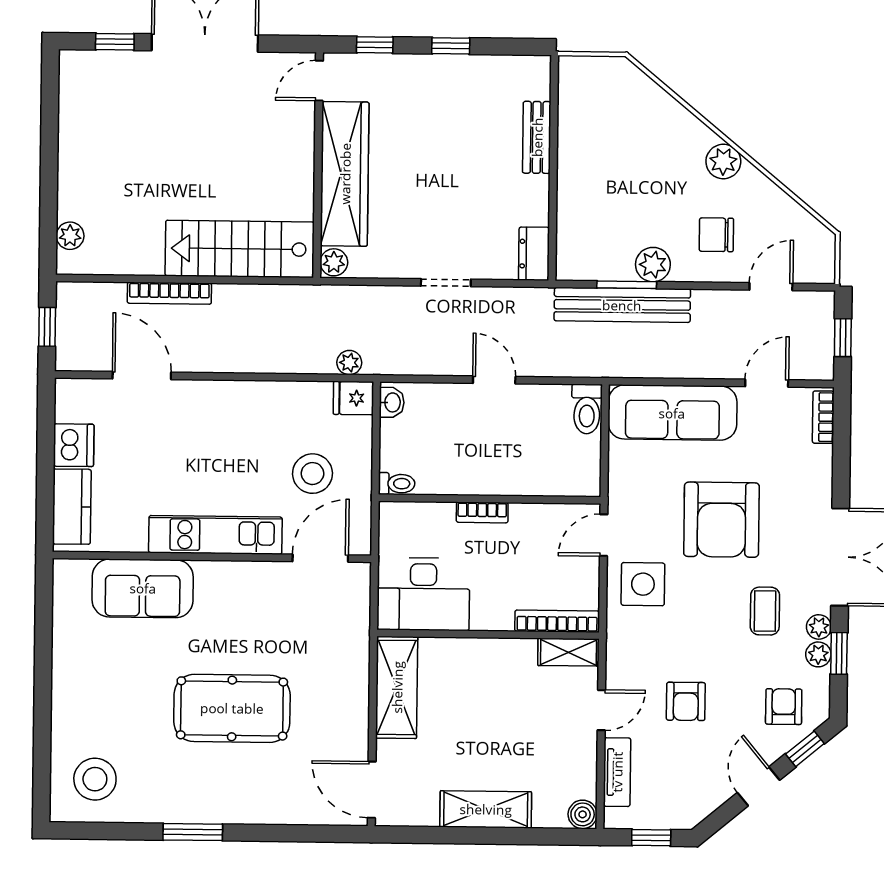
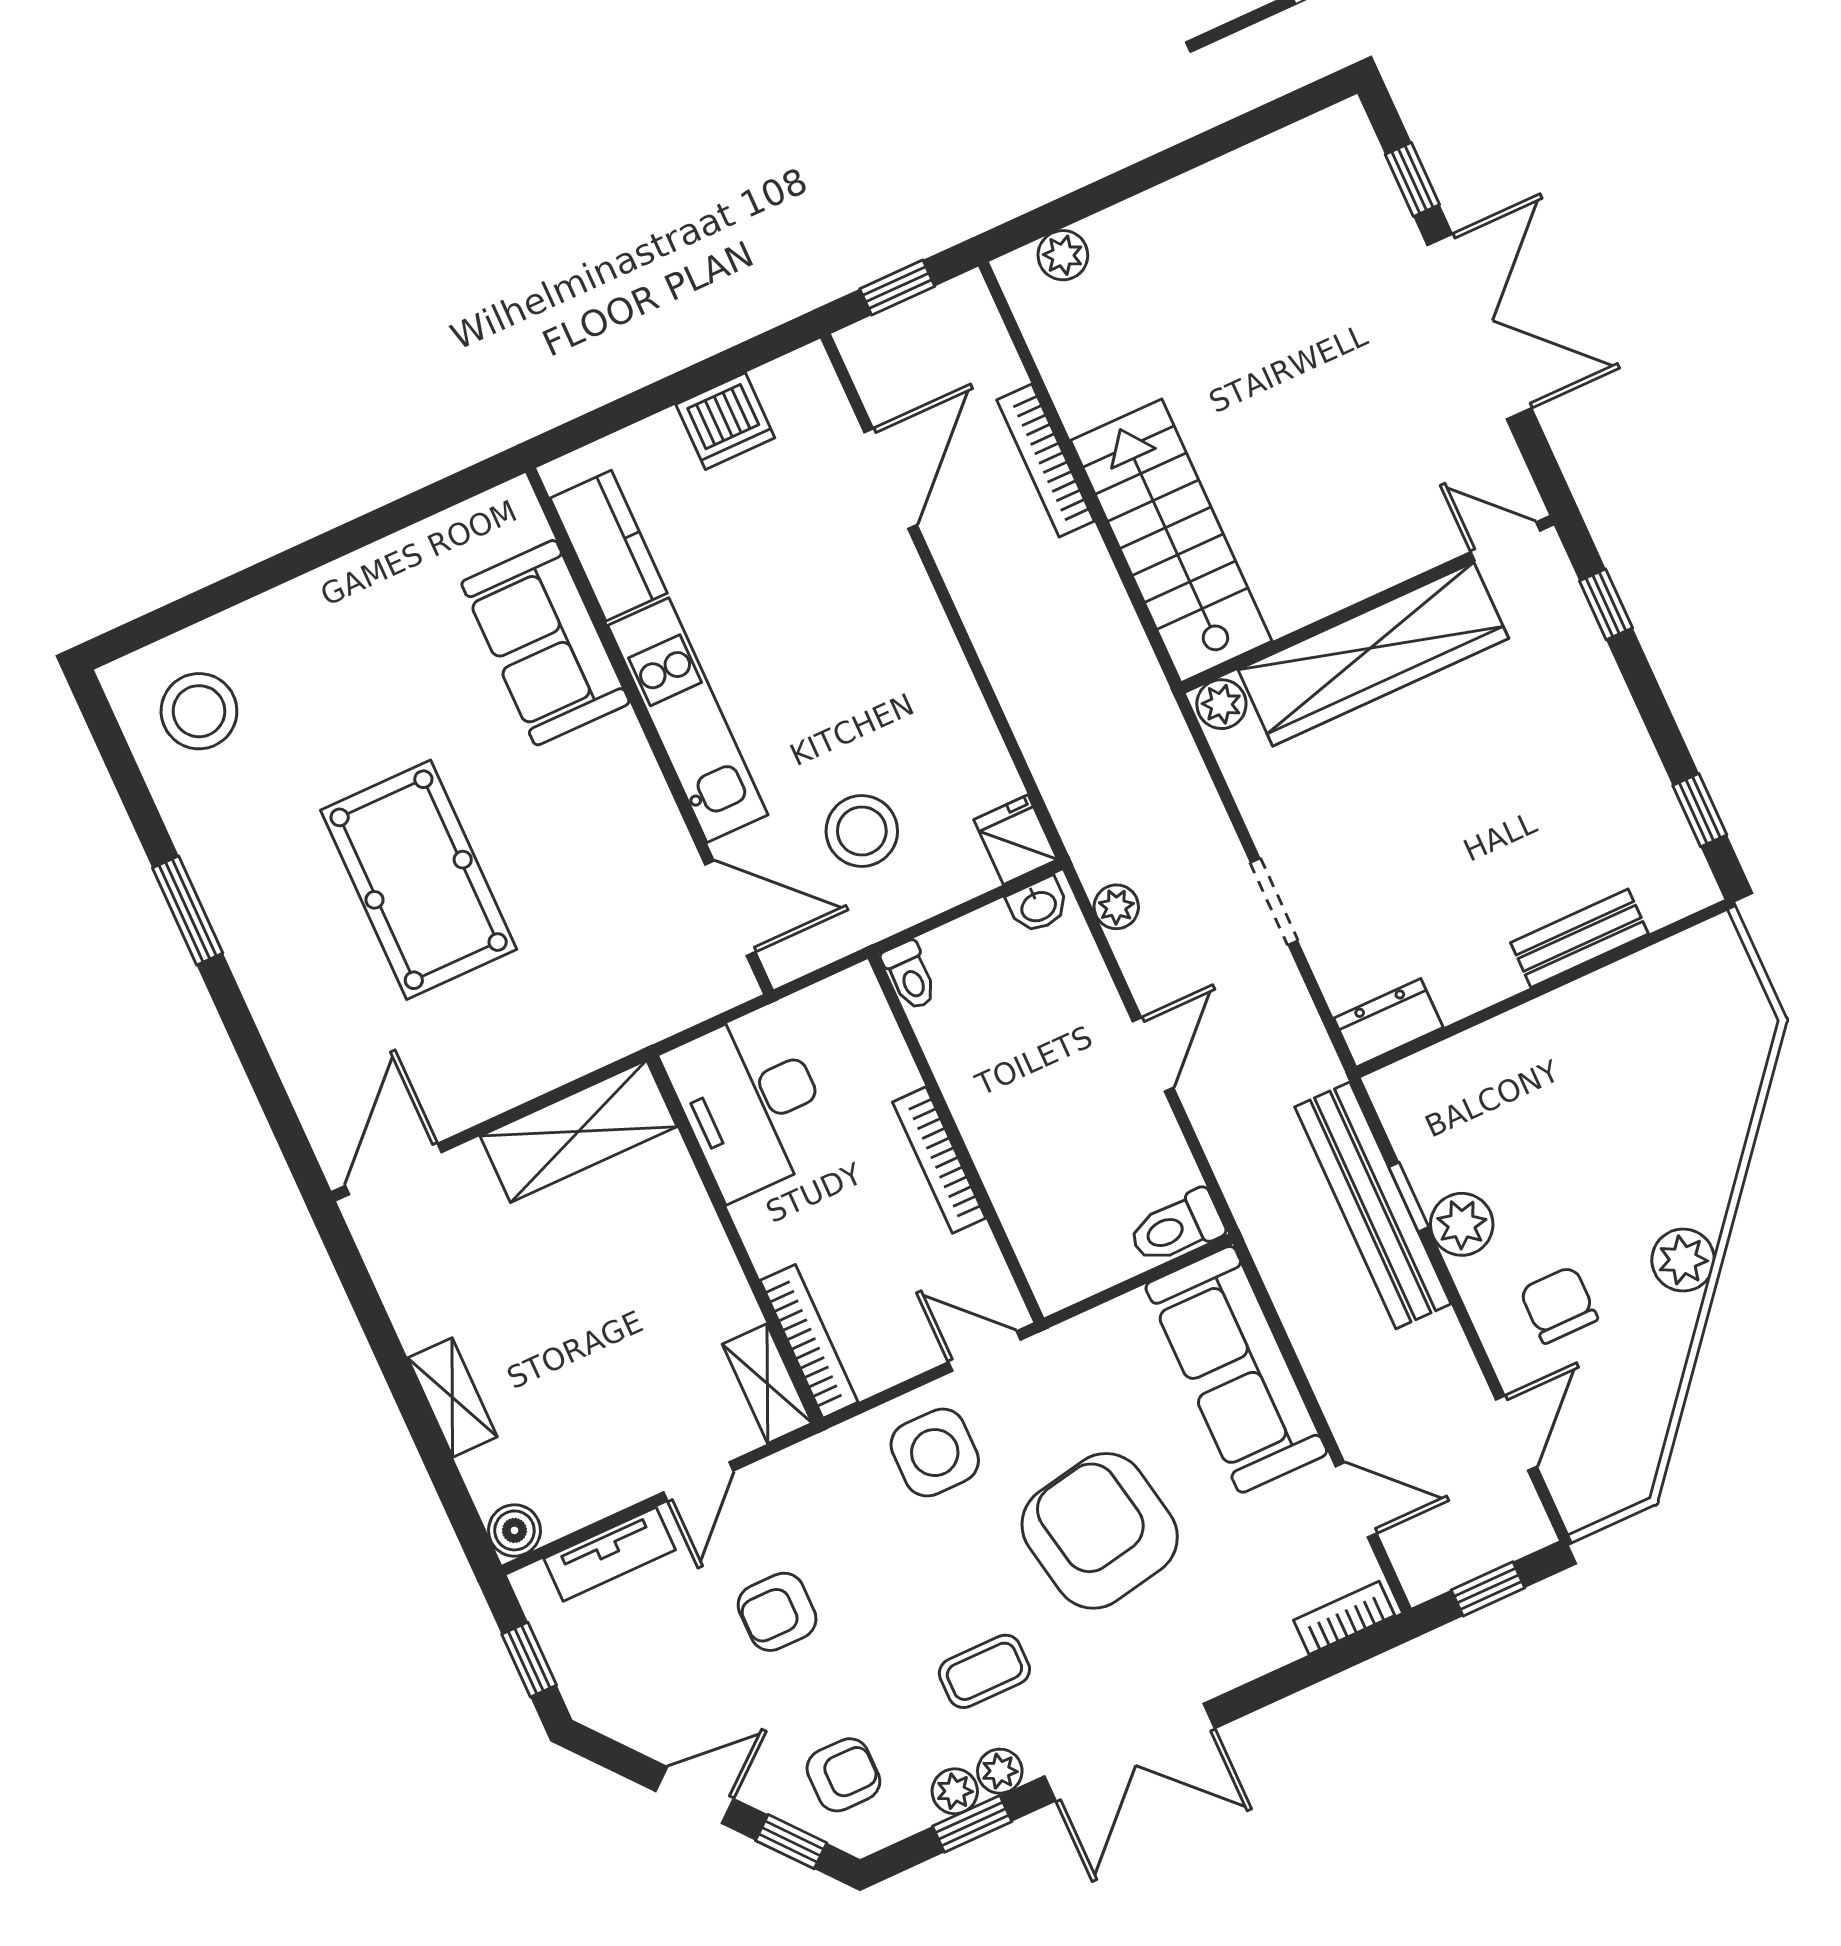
window: (451, 46) -> (1700, 810), moved
window: (627, 285) -> (1409, 1197), width x0.67
door: (771, 287) -> (1516, 1433), hinge flipped
plant: (349, 363) -> (1116, 907), moved
kitchen counter: (72, 507) -> (609, 546), moved, turned -90
bookcase: (482, 512) -> (939, 1160), width x1.56
armchair: (721, 520) -> (1100, 1531), turned 79
door: (601, 710) -> (698, 1481), hinge flipped
shelving: (486, 809) -> (452, 1397), width x0.67, depth x0.75

